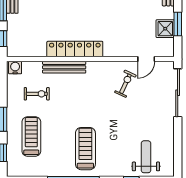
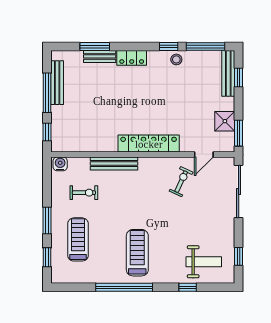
window: (178, 24) -> (239, 133), moved
locker: (75, 49) -> (149, 144), moved
window: (178, 152) -> (239, 256), added
weight bench: (146, 157) -> (204, 262), turned 90

